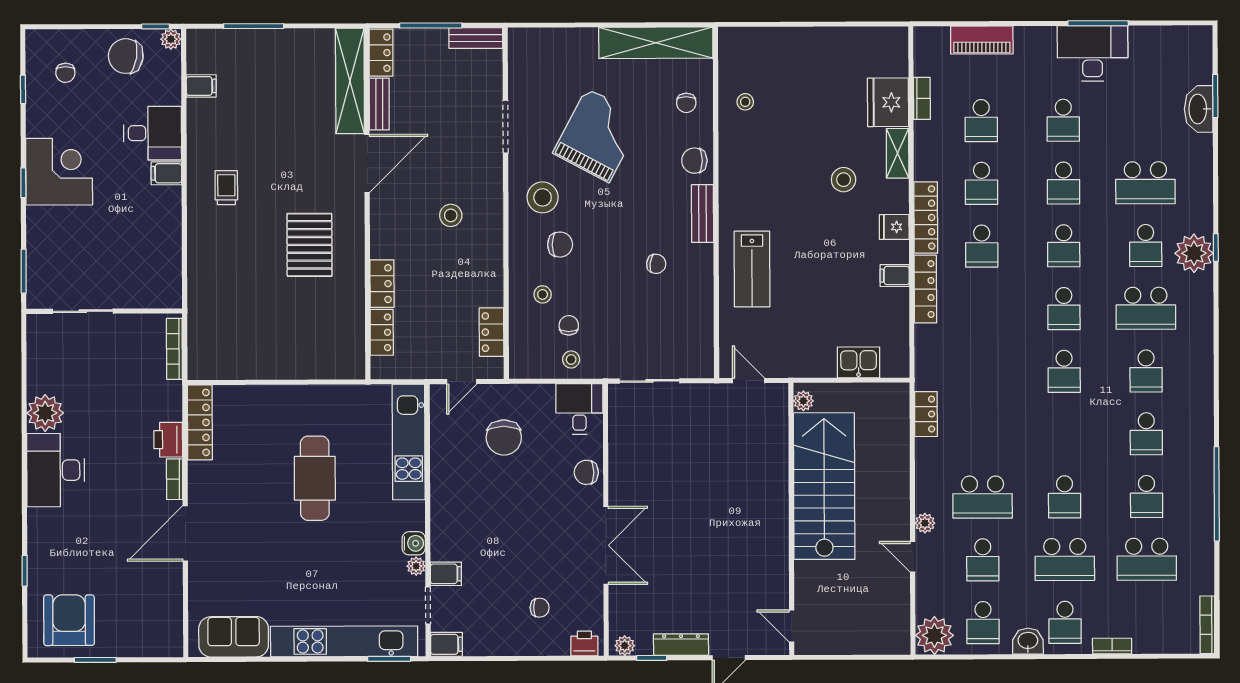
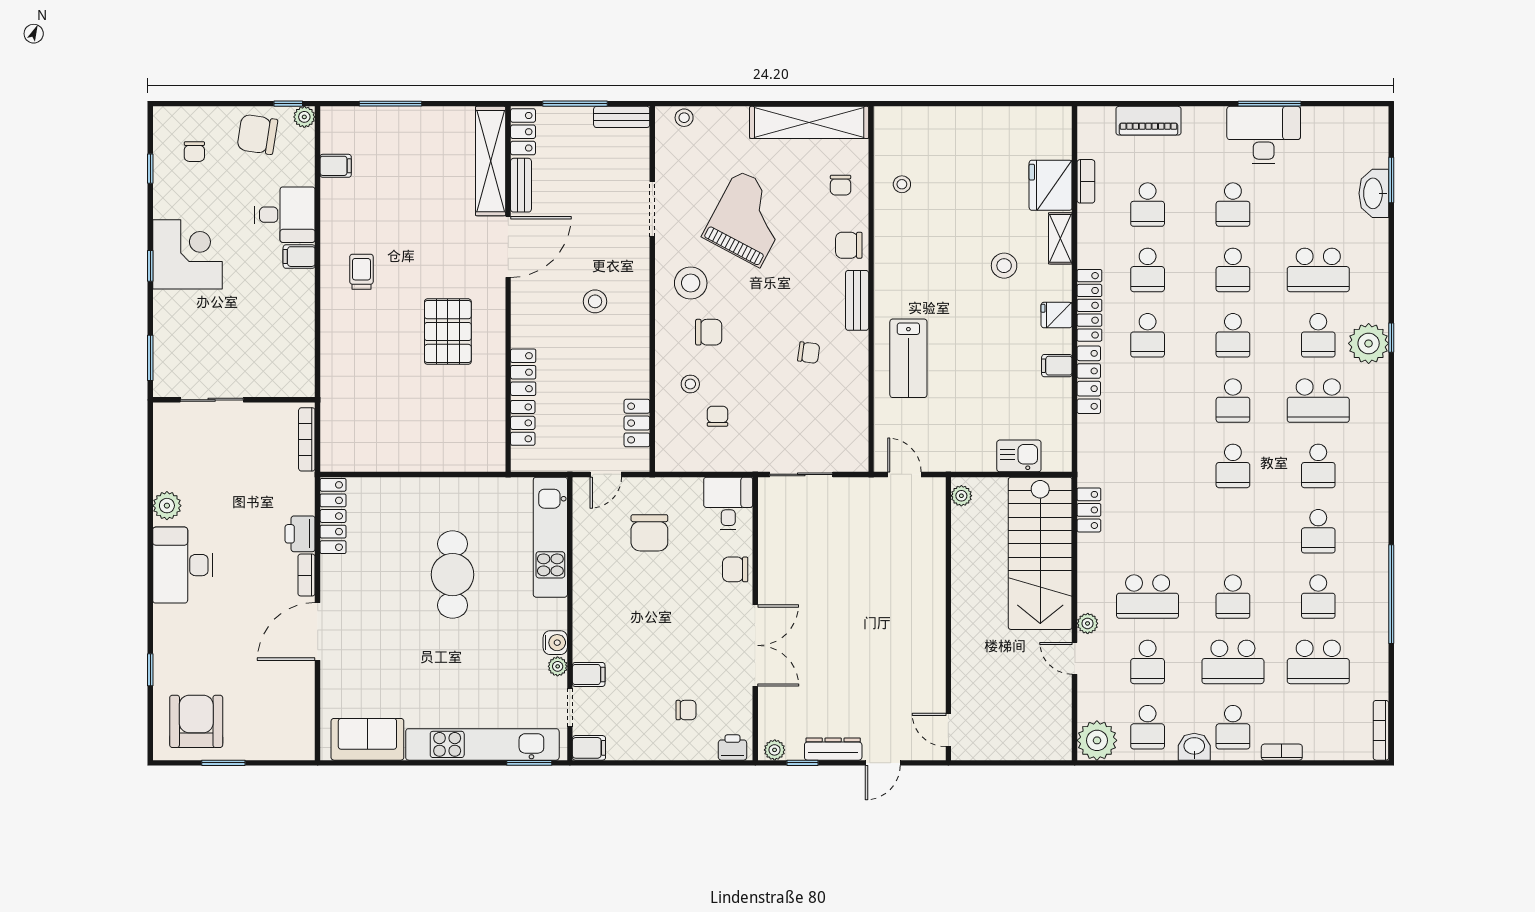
stool: (571, 359) -> (684, 118), moved
plant: (45, 413) -> (167, 506), width x0.73, depth x0.73
stairs: (824, 486) -> (1040, 553), moved, turned 180

